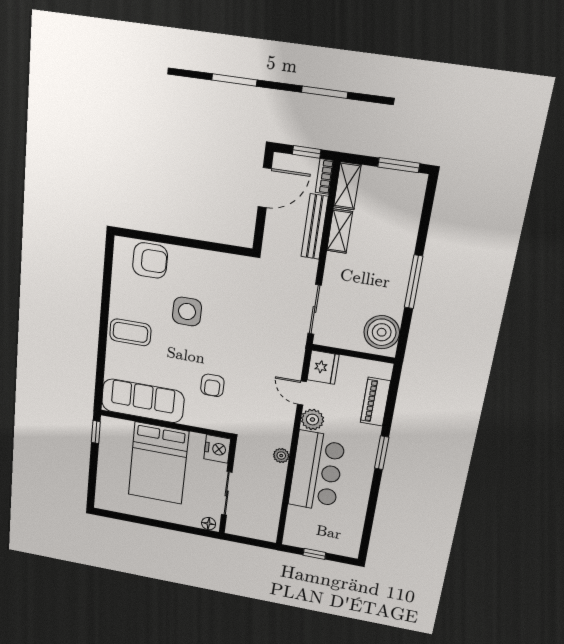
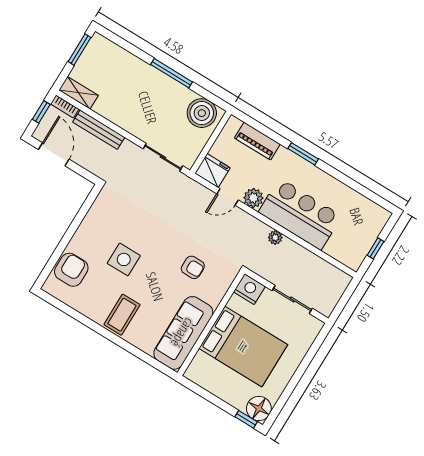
shelving: (340, 231) -> (110, 112), removed
window: (96, 432) -> (246, 419), moved
floor lamp: (209, 524) -> (259, 408), moved, width x1.89, depth x1.89

